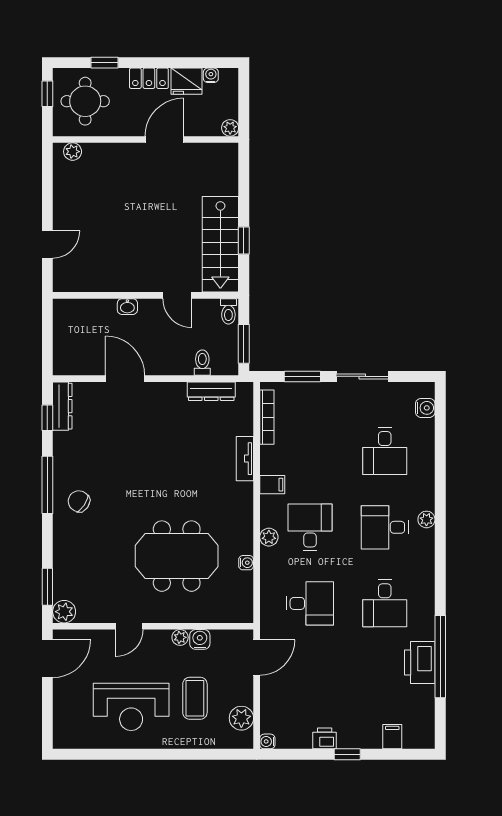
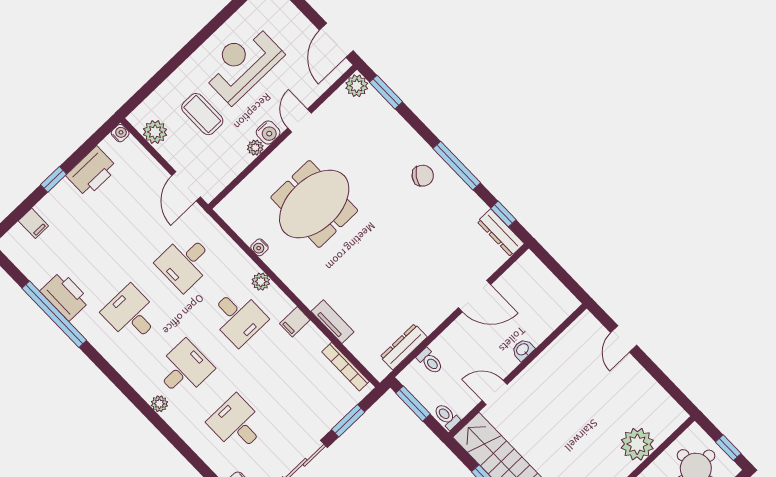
plant: (73, 152) -> (637, 444), moved, width x1.87, depth x1.87
water cooler: (200, 639) -> (268, 132), moved
printer: (325, 738) -> (92, 172), width x1.87, depth x1.48

